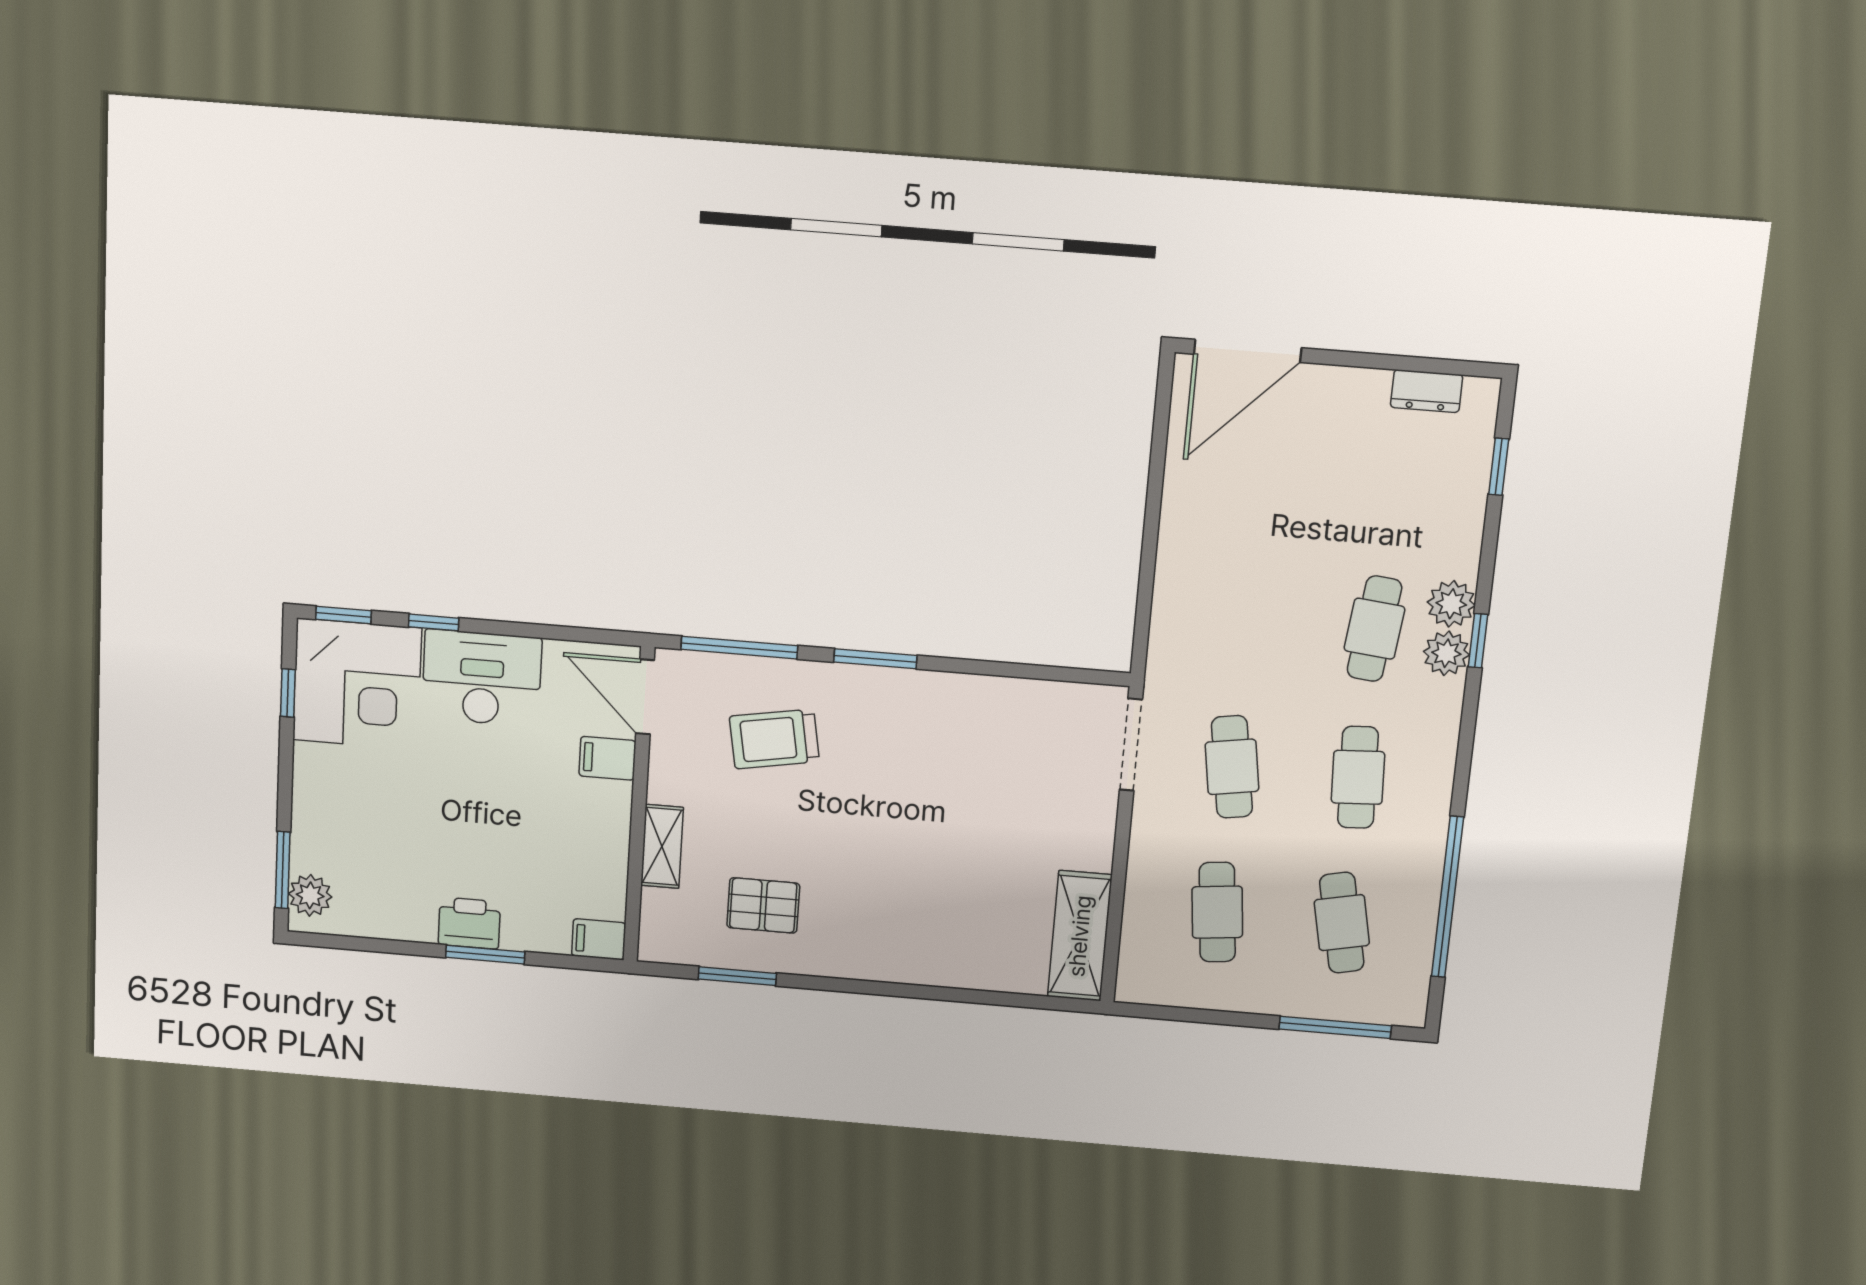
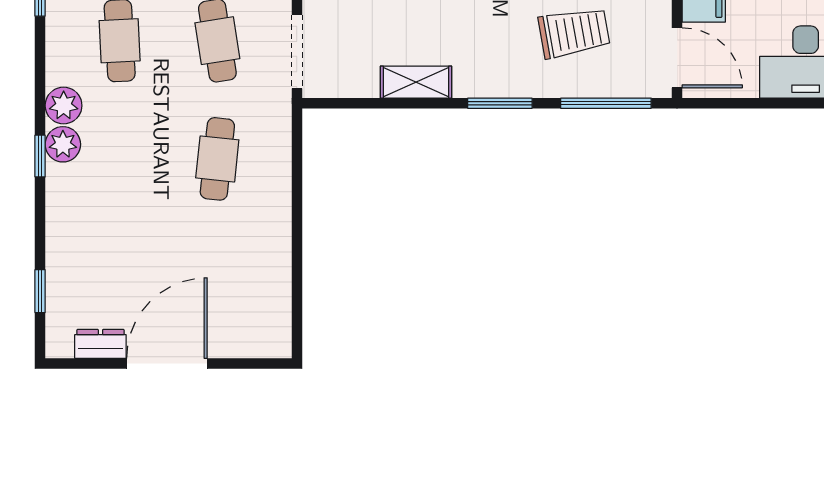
door: (1248, 351) -> (167, 363), moved
plant: (1451, 604) -> (64, 106), moved
cafe table: (1374, 629) -> (217, 159), moved
shelving: (981, 694) -> (416, 82), added

